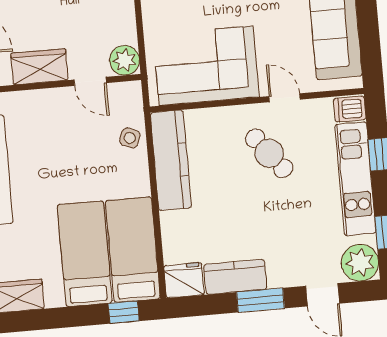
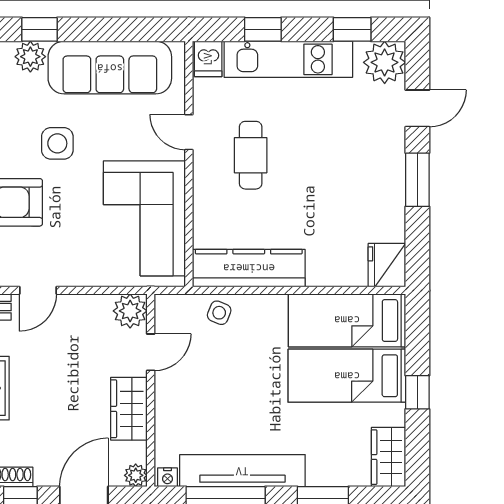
door: (285, 98) -> (189, 132), hinge flipped
cafe table: (269, 153) -> (251, 155), turned -52
kitchen counter: (235, 277) -> (388, 206), removed
window: (124, 312) -> (417, 392), moved

